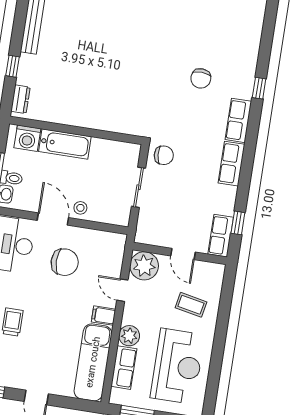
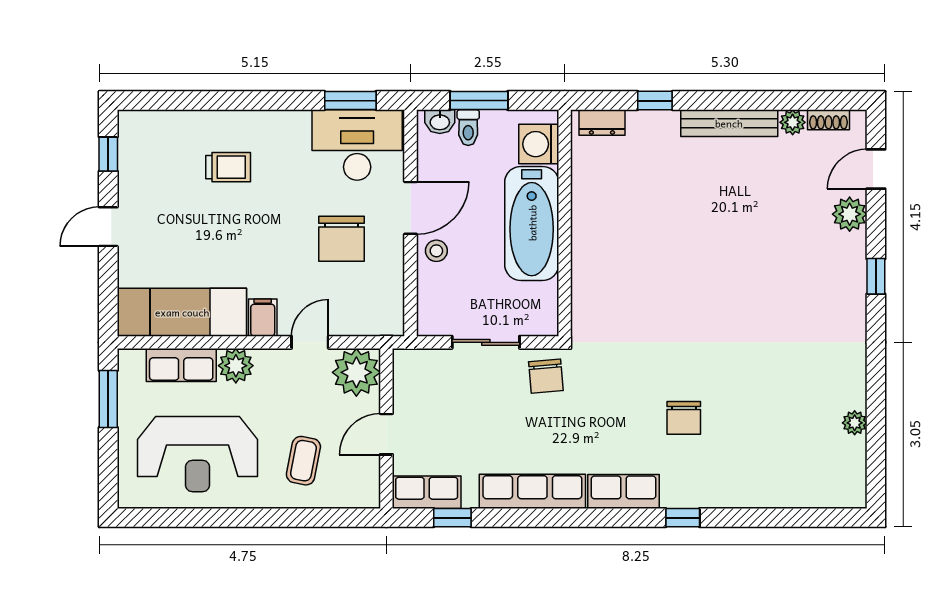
chair: (201, 78) -> (684, 418), turned -93
bathtub: (65, 144) -> (532, 223), width x1.36, depth x1.36
row of seats: (231, 164) -> (532, 491), width x1.48

